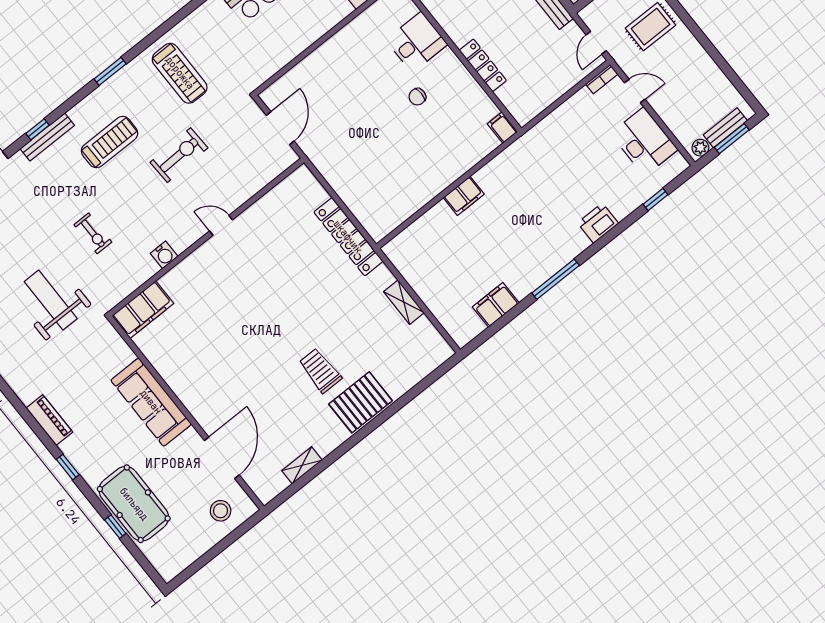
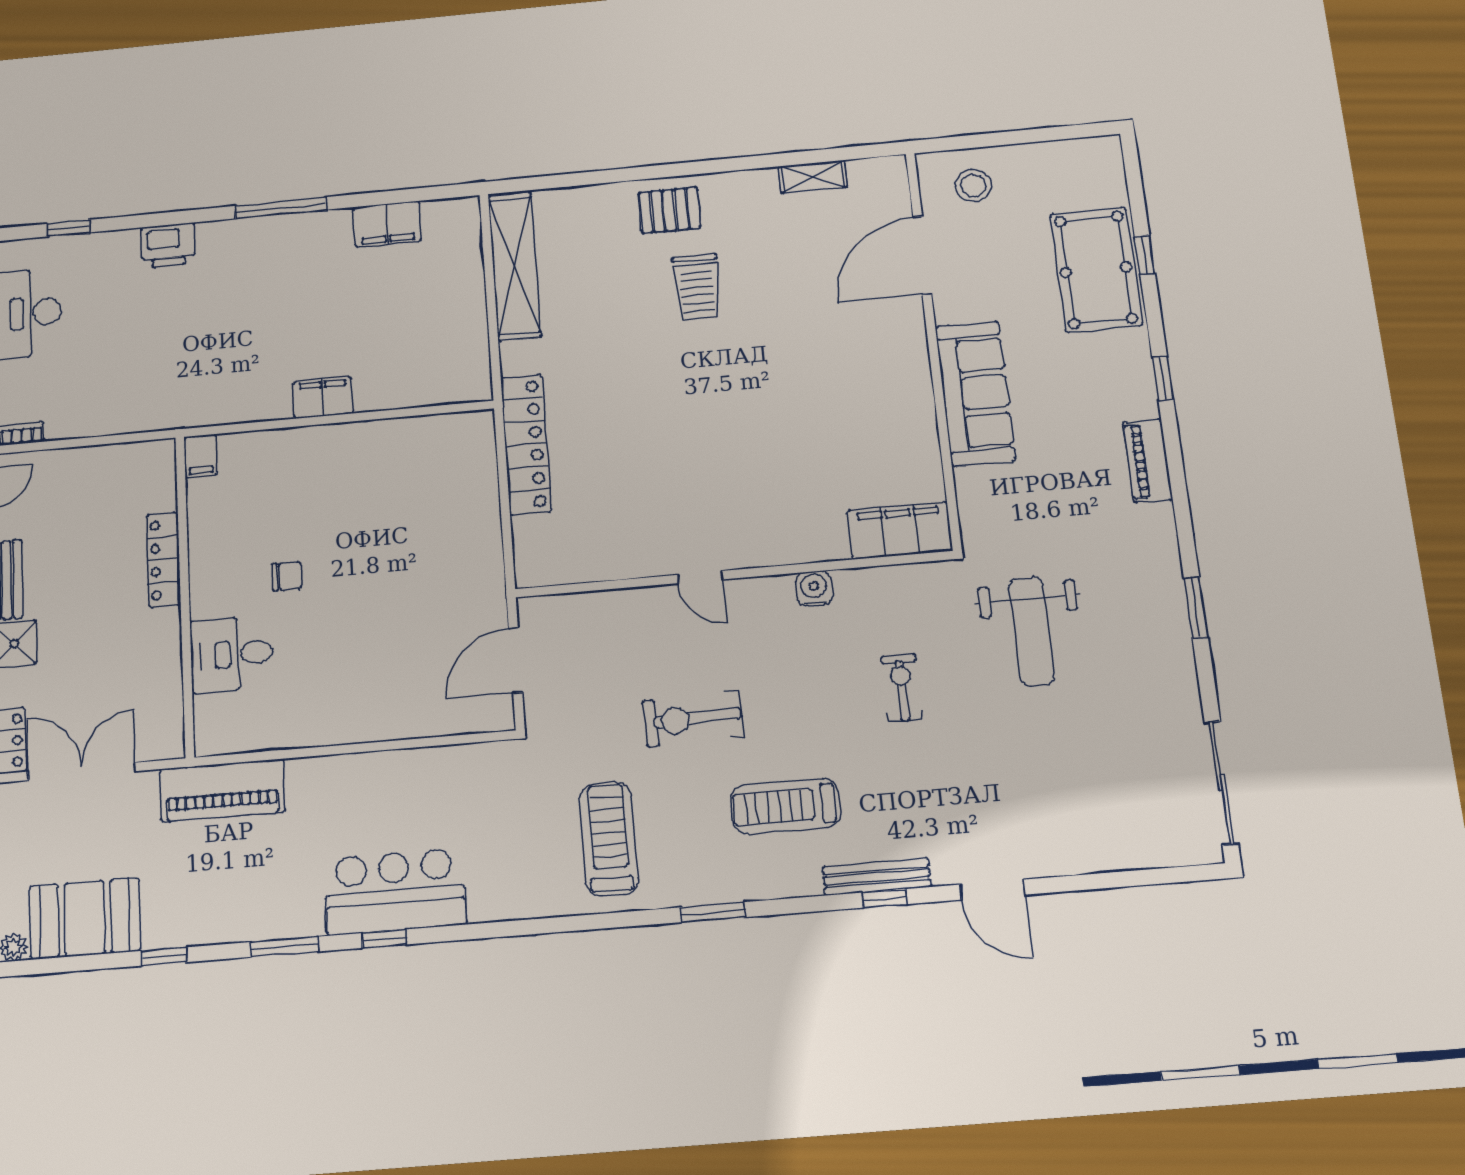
shelving: (404, 302) -> (514, 266), width x2.20, depth x1.33
pallet: (361, 402) -> (670, 210), width x0.67, depth x0.71

